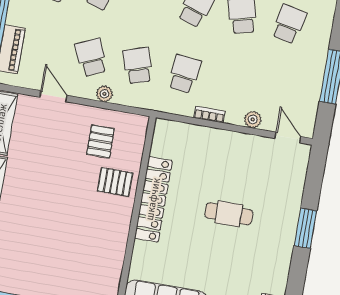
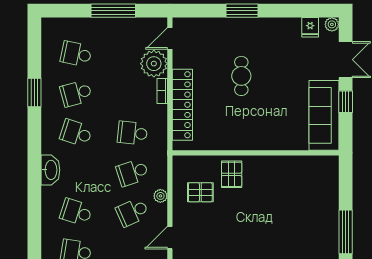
bookcase: (209, 114) -> (162, 91), moved
plant: (253, 120) -> (154, 64), width x1.88, depth x1.88
locker: (153, 199) -> (182, 105), moved, turned 90

